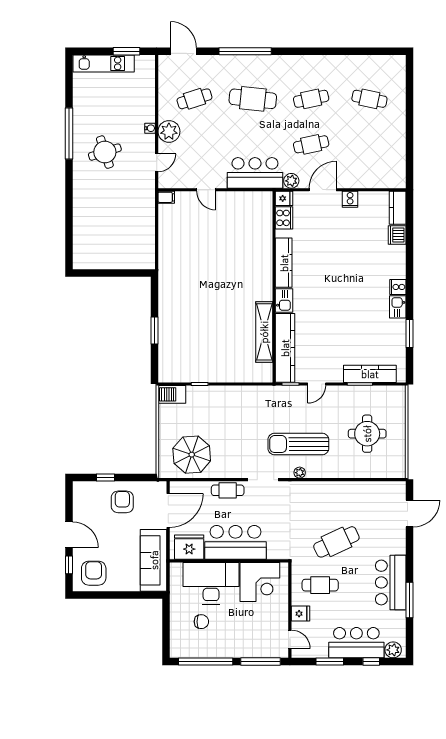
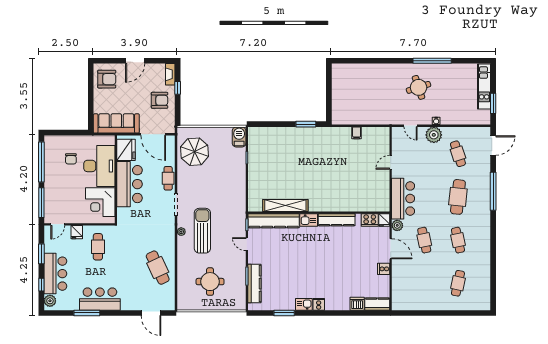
filing cabinet: (166, 197) -> (357, 133), moved
window: (154, 330) -> (306, 124), moved
fireplace: (87, 487) -> (170, 74), added
cafe table: (336, 542) -> (158, 268), moved
window: (69, 565) -> (113, 61), removed

